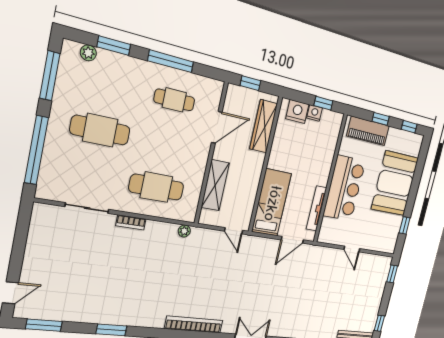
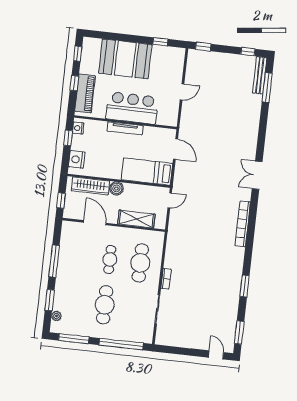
cafe table: (174, 100) -> (110, 259), moved
nightstand: (315, 113) -> (78, 128), moved
boiler: (256, 161) -> (116, 188), added
tv unit: (316, 208) -> (125, 128), moved
plant: (184, 231) -> (171, 239), removed

